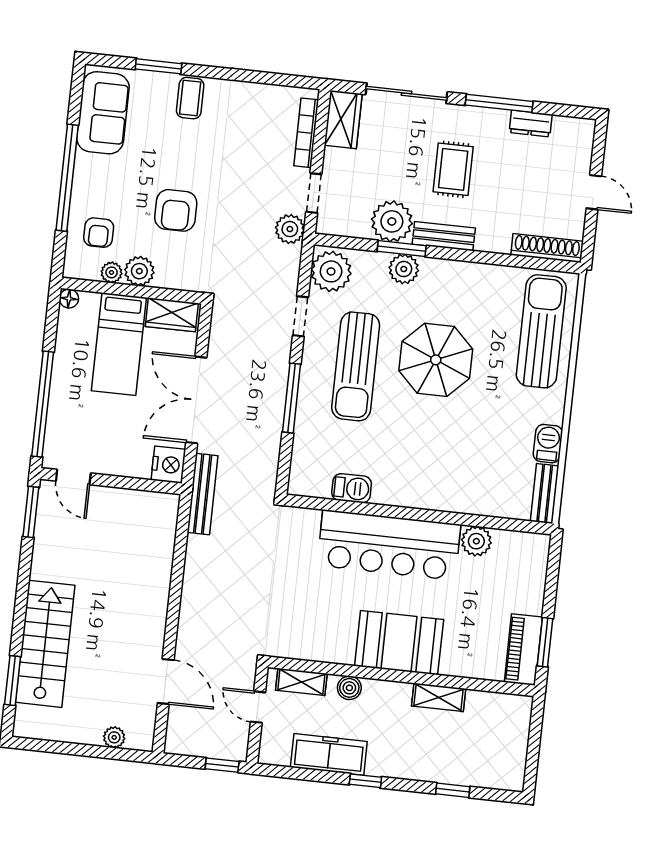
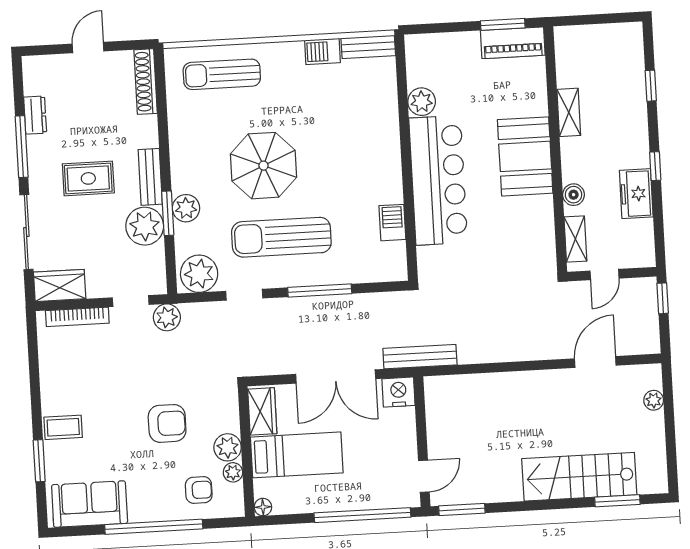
sun lounger: (541, 331) -> (222, 74), width x0.73, depth x0.75
sun lounger: (356, 366) -> (281, 237), turned 180
freezer: (329, 754) -> (636, 194), width x0.71

